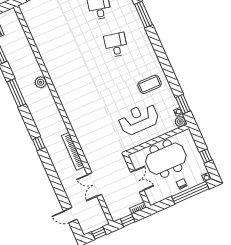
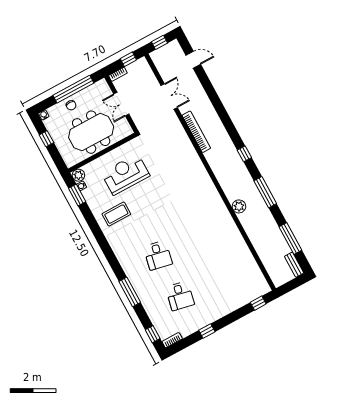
reception desk: (139, 119) -> (125, 174), turned 180
window: (39, 144) -> (244, 154), moved
window: (190, 193) -> (73, 89), moved

